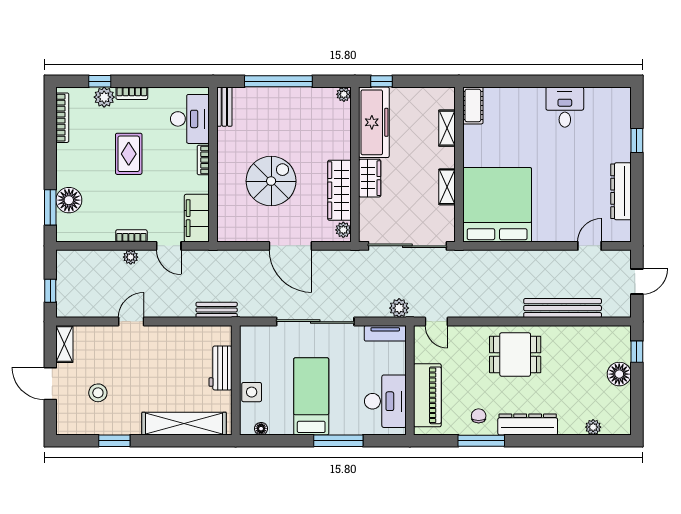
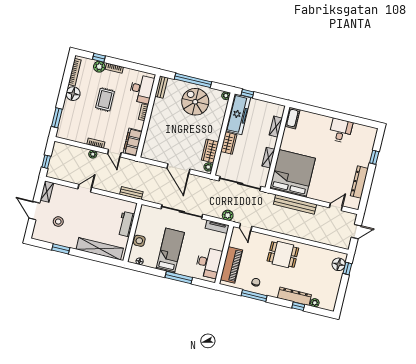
spiral stairs: (271, 181) -> (195, 102), moved, turned -90
wardrobe: (339, 190) -> (210, 151), width x0.67
floor lamp: (69, 200) -> (73, 94), moved
bench: (563, 308) -> (295, 204), moved
floor lamp: (619, 374) -> (339, 264), moved
dresser: (528, 424) -> (294, 296), moved
window: (565, 441) -> (298, 306), added

